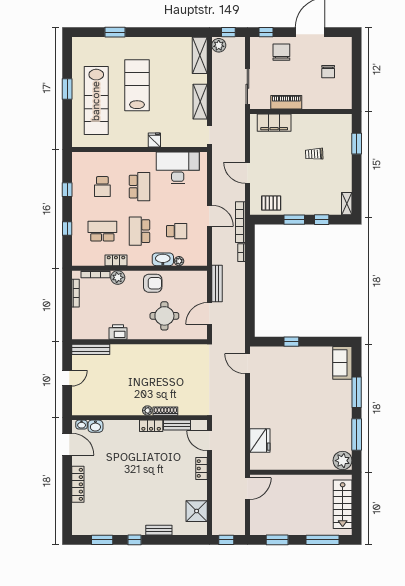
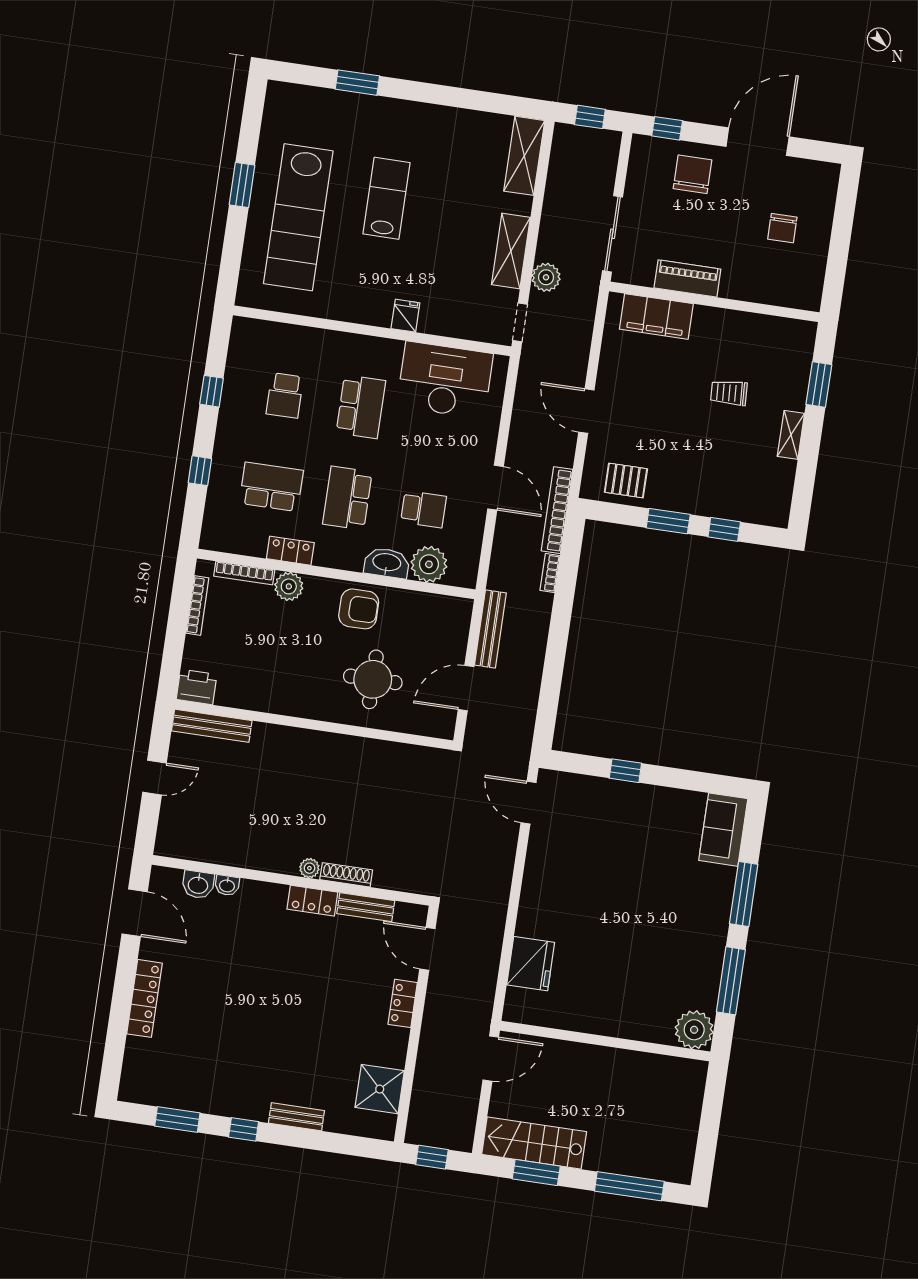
plant: (219, 45) -> (546, 277), moved
lab bench: (137, 85) -> (387, 198), width x0.73, depth x0.72
shelving: (347, 204) -> (791, 435), moved
plant: (179, 261) -> (429, 564), width x1.88, depth x1.88
printer: (118, 332) -> (197, 687), moved
washbasin: (82, 425) -> (227, 885), moved
stairs: (343, 504) -> (534, 1143), moved, turned 90

